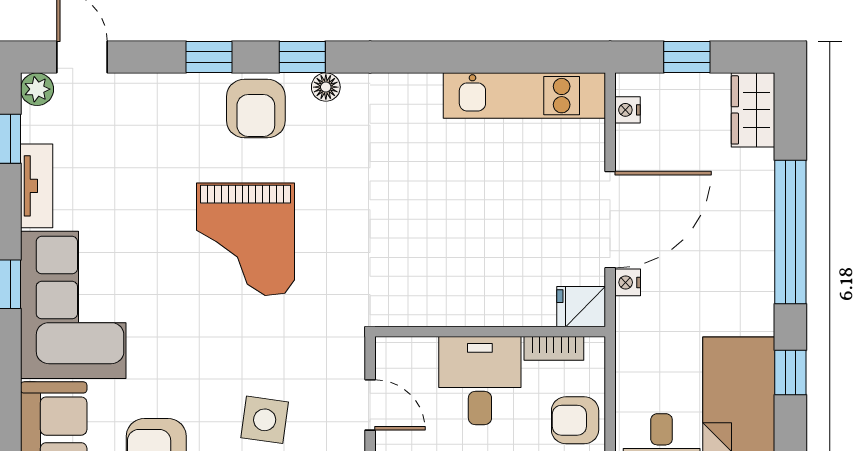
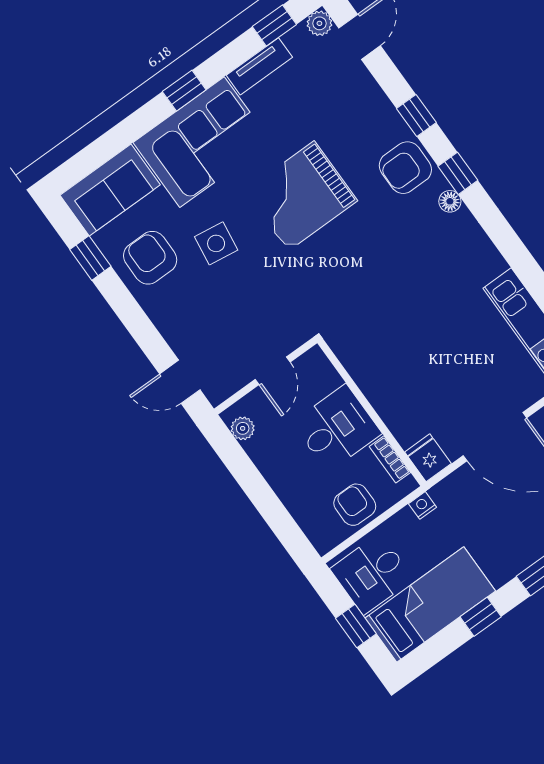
grand piano: (245, 239) -> (301, 196), moved
nightstand: (628, 282) -> (423, 505), moved
side table: (265, 420) -> (216, 243), moved

